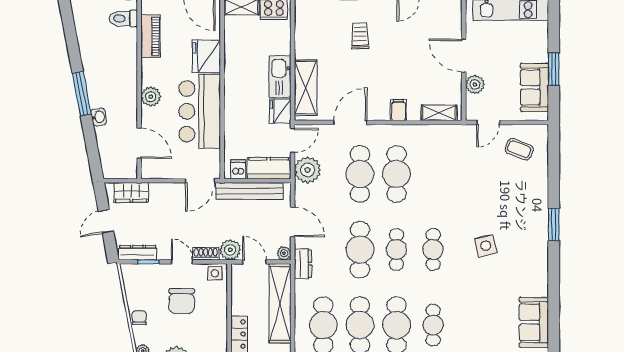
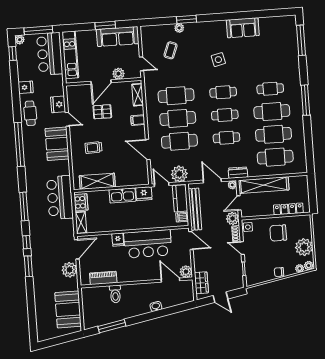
toilet: (123, 18) -> (115, 294), moved
pallet: (416, 54) -> (102, 112), added
fridge: (206, 56) -> (118, 240), width x0.53, depth x0.75
sofa: (534, 87) -> (117, 37), width x1.36
shelving: (306, 88) -> (97, 181), moved
window: (82, 94) -> (112, 326), moved
plant: (151, 97) -> (186, 272), moved
door: (139, 143) -> (170, 280), hinge flipped
coffee table: (519, 149) -> (171, 50), moved
cafe table: (433, 174) -> (176, 96), added
plant: (541, 187) -> (179, 28), added
door: (293, 222) -> (212, 181), hinge flipped
window: (554, 224) -> (187, 19), moved
cafe table: (360, 250) -> (226, 138), width x0.73, depth x0.74
dresser: (138, 253) -> (239, 276), removed
door: (182, 262) -> (242, 248), hinge flipped
chair: (182, 301) -> (278, 233), moved, turned 180
sofa: (534, 322) -> (243, 28), moved

